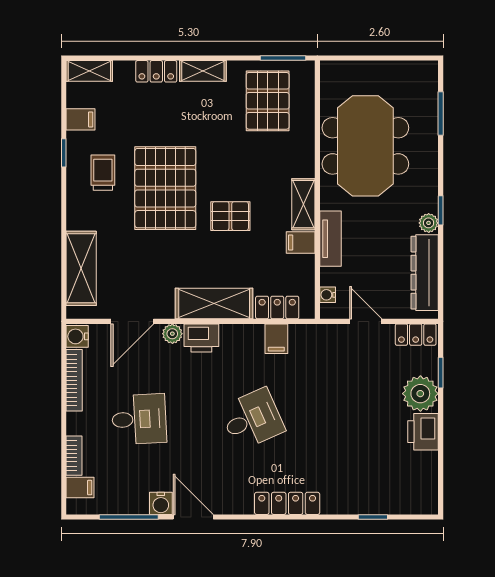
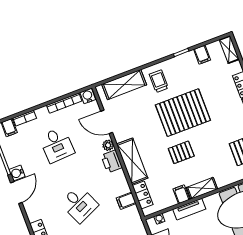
trolley: (103, 173) -> (159, 81), moved, turned -90
pallet: (230, 216) -> (181, 152), turned 90

